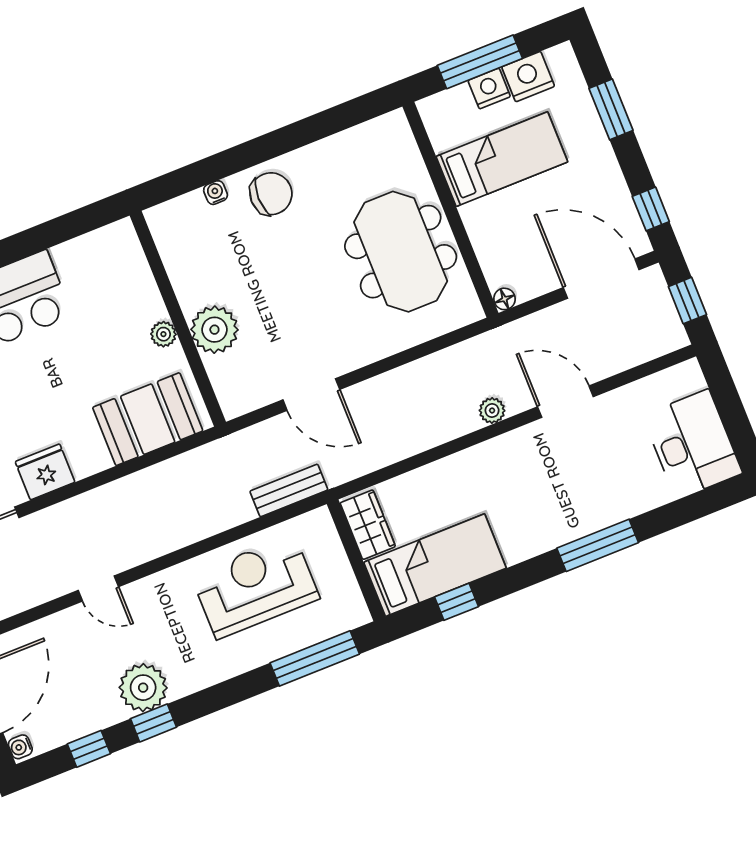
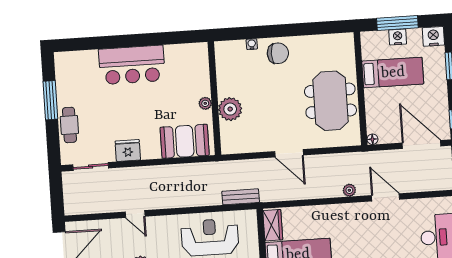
nightstand: (528, 77) -> (433, 36), moved
door: (311, 395) -> (289, 153), moved

